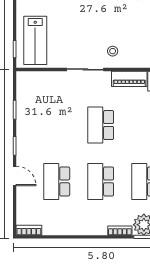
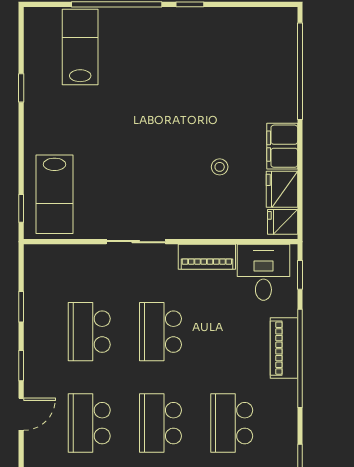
stool: (113, 51) -> (220, 167), moved
school desk: (57, 125) -> (89, 332), added
door: (15, 176) -> (21, 414), hinge flipped

